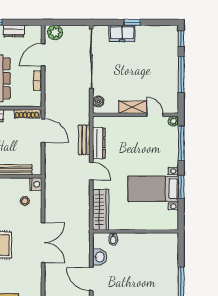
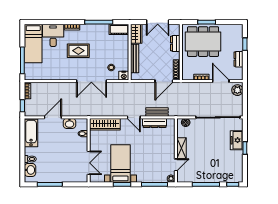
door: (91, 171) -> (134, 117), hinge flipped
double door: (152, 231) -> (89, 163), added
double door: (43, 243) -> (91, 81), moved

